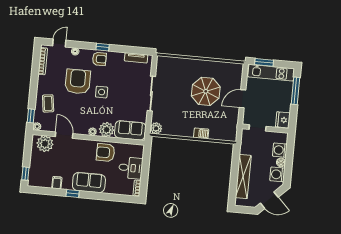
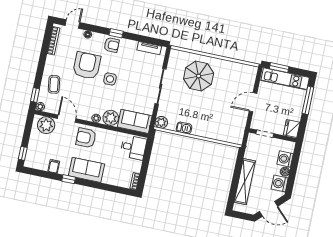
parasol: (206, 91) -> (199, 76), moved
barbecue: (201, 133) -> (184, 128), moved
armchair: (106, 153) -> (86, 138), moved
desk: (131, 168) -> (133, 147), moved

